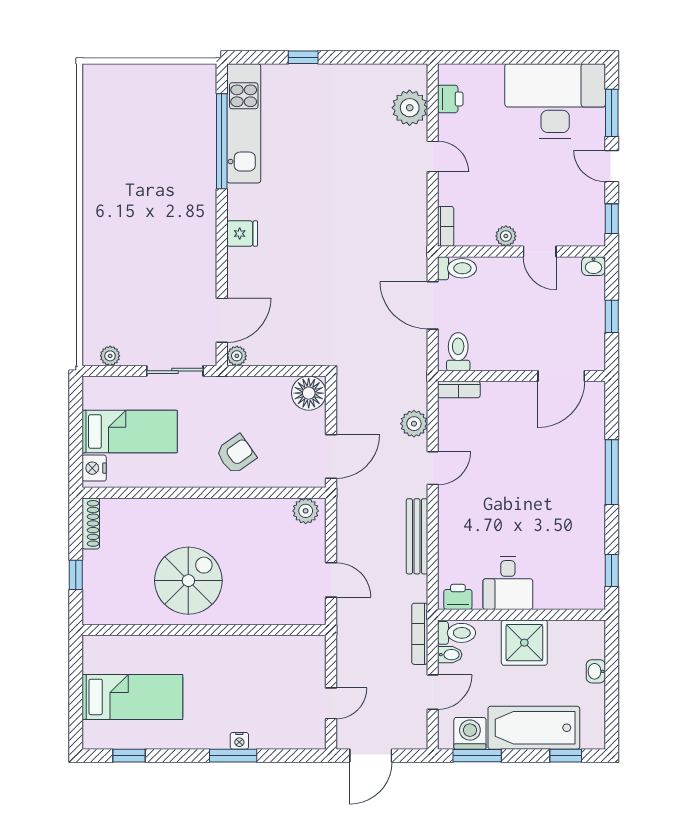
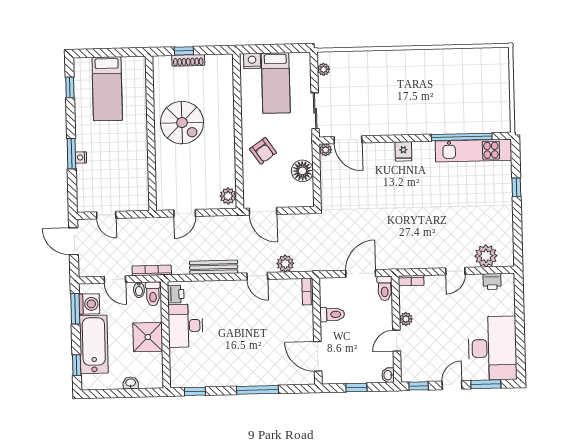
toilet: (458, 352) -> (332, 314), moved
floor lamp: (309, 393) -> (302, 171), moved
shoe rack: (91, 523) -> (188, 60), moved
desk: (508, 583) -> (185, 326), width x1.37

